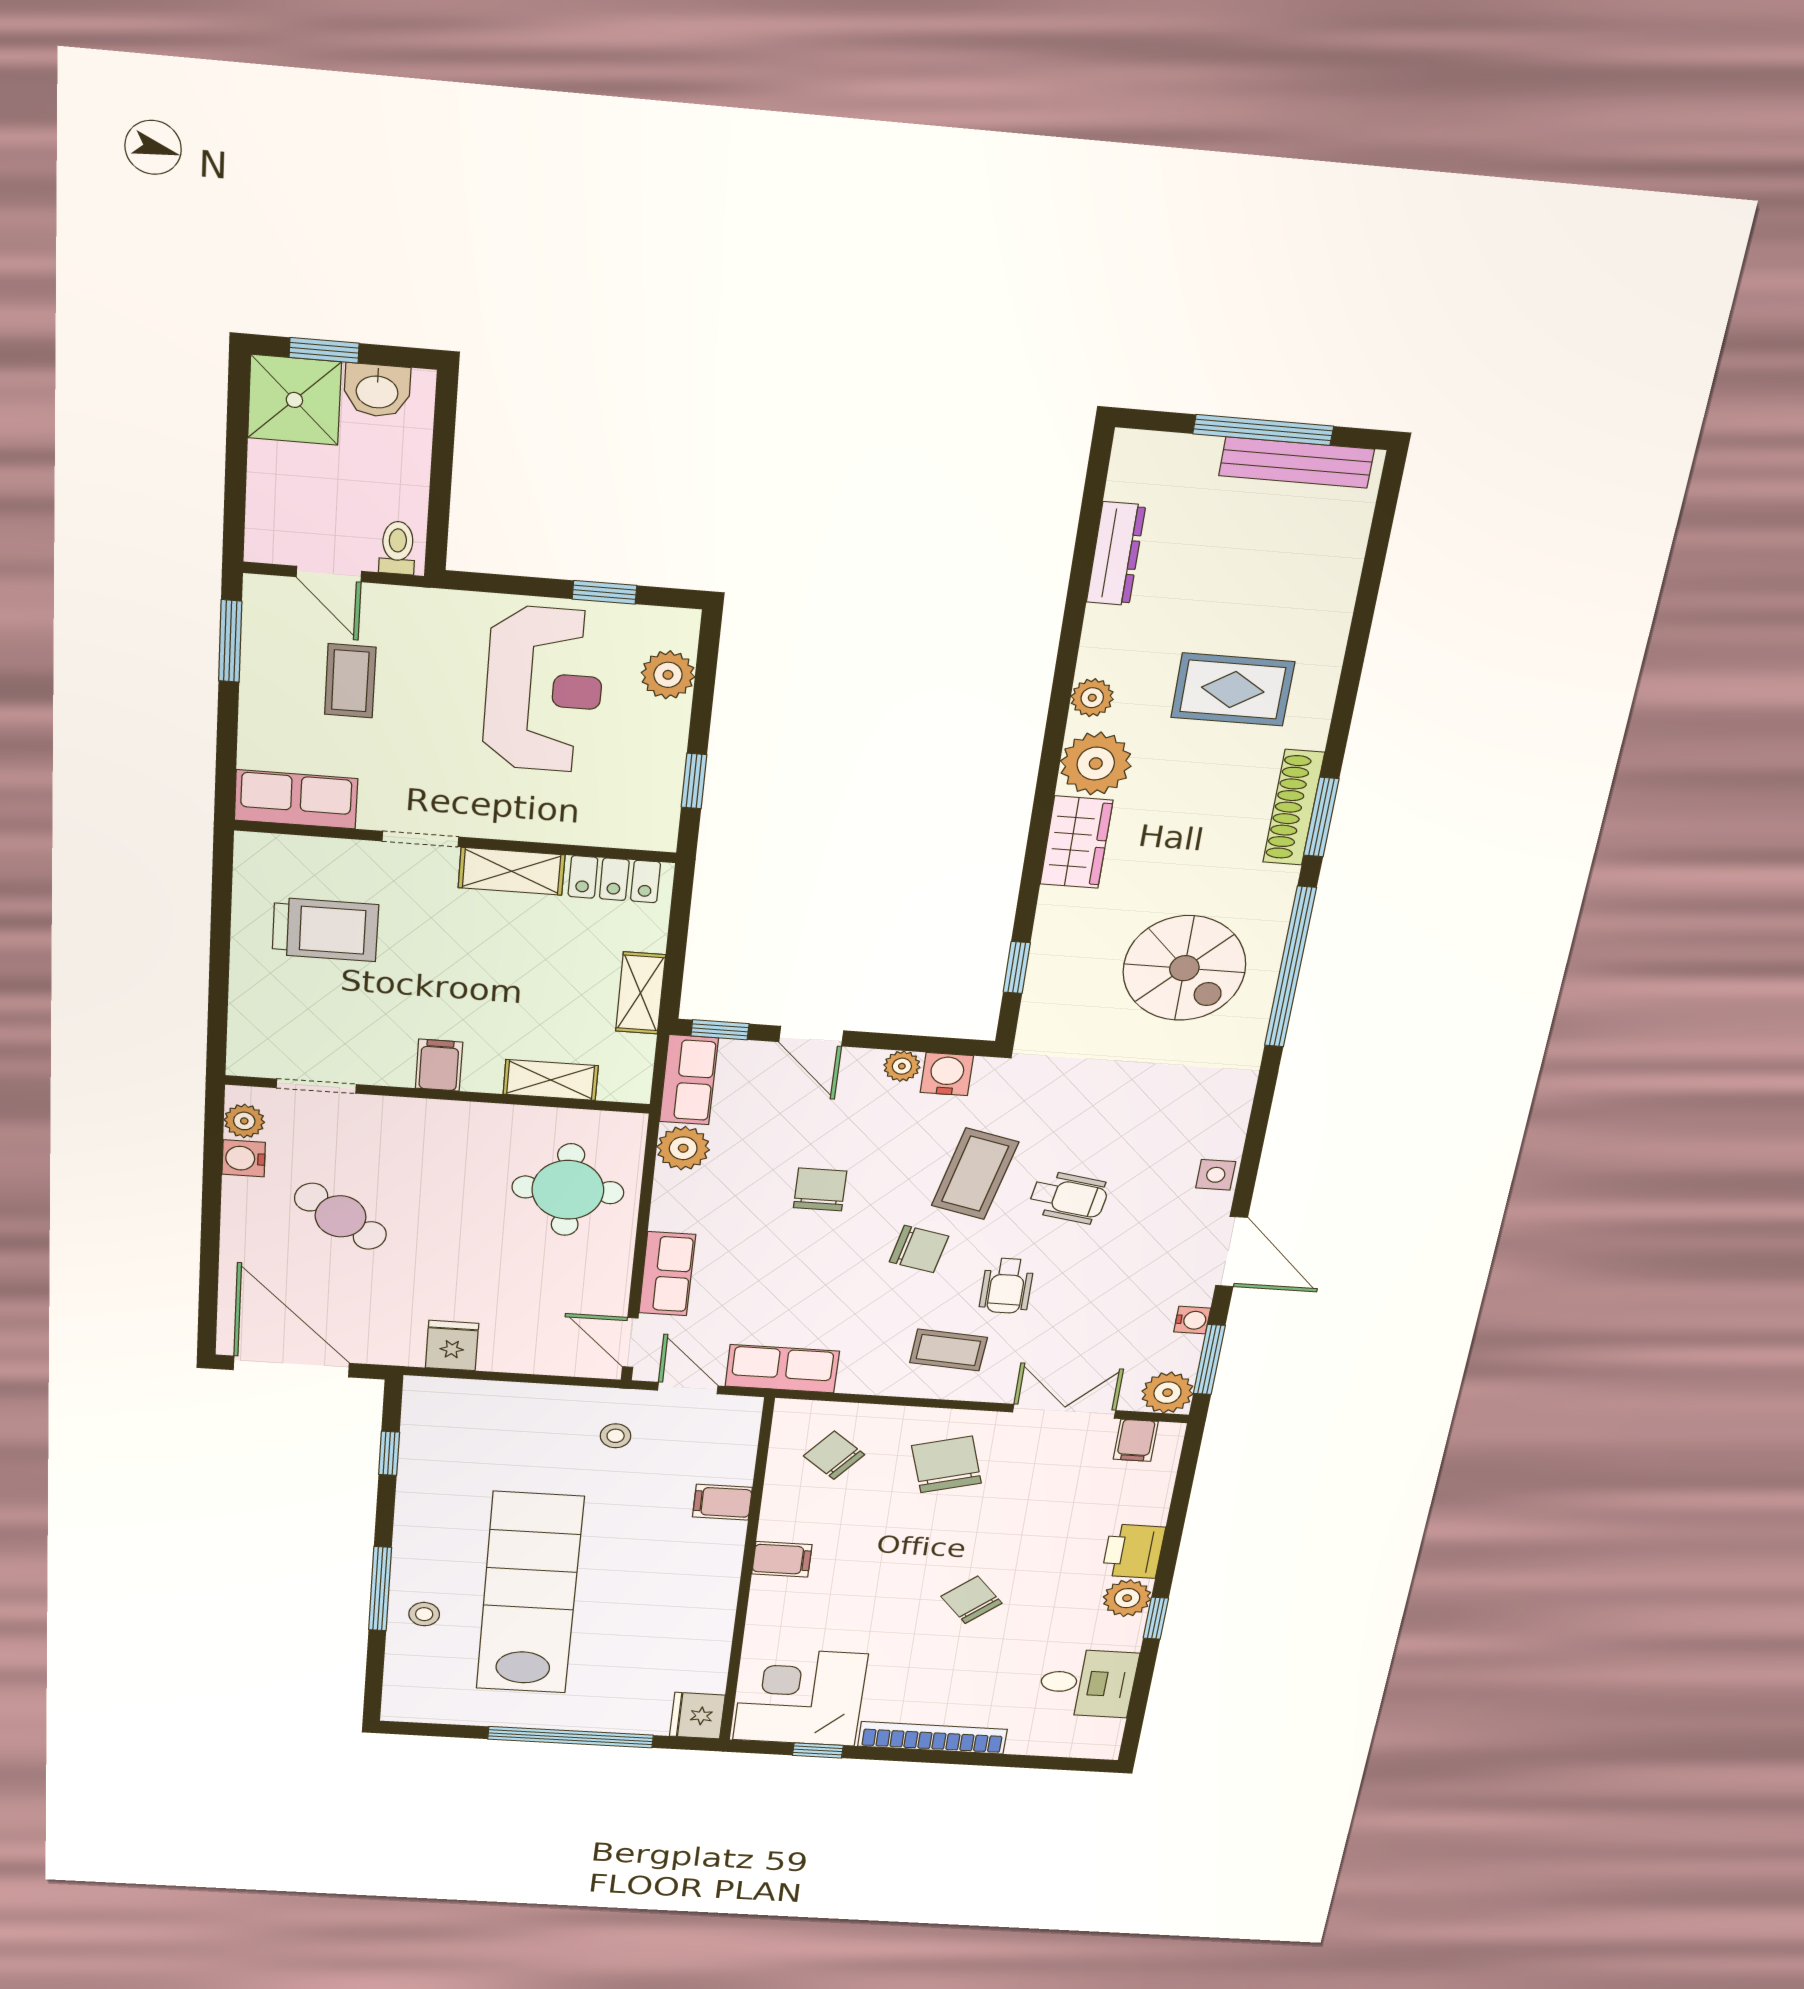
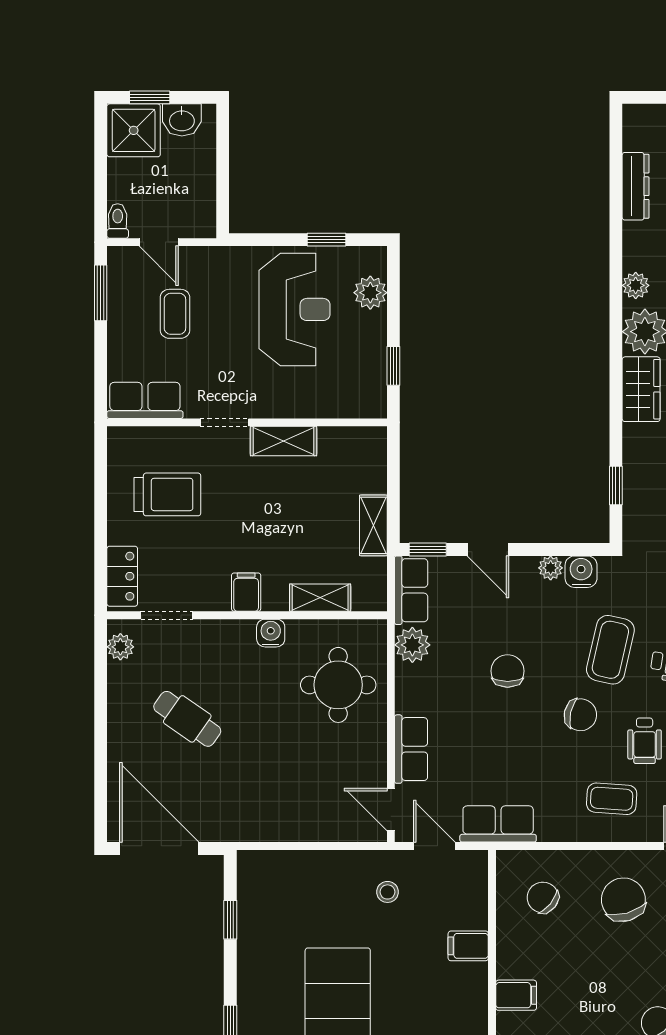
toilet: (397, 548) -> (118, 221), moved
locker: (614, 879) -> (122, 576), moved, turned -90
water cooler: (244, 1158) -> (271, 633), moved, turned 90
fridge: (452, 1345) -> (269, 822), removed

